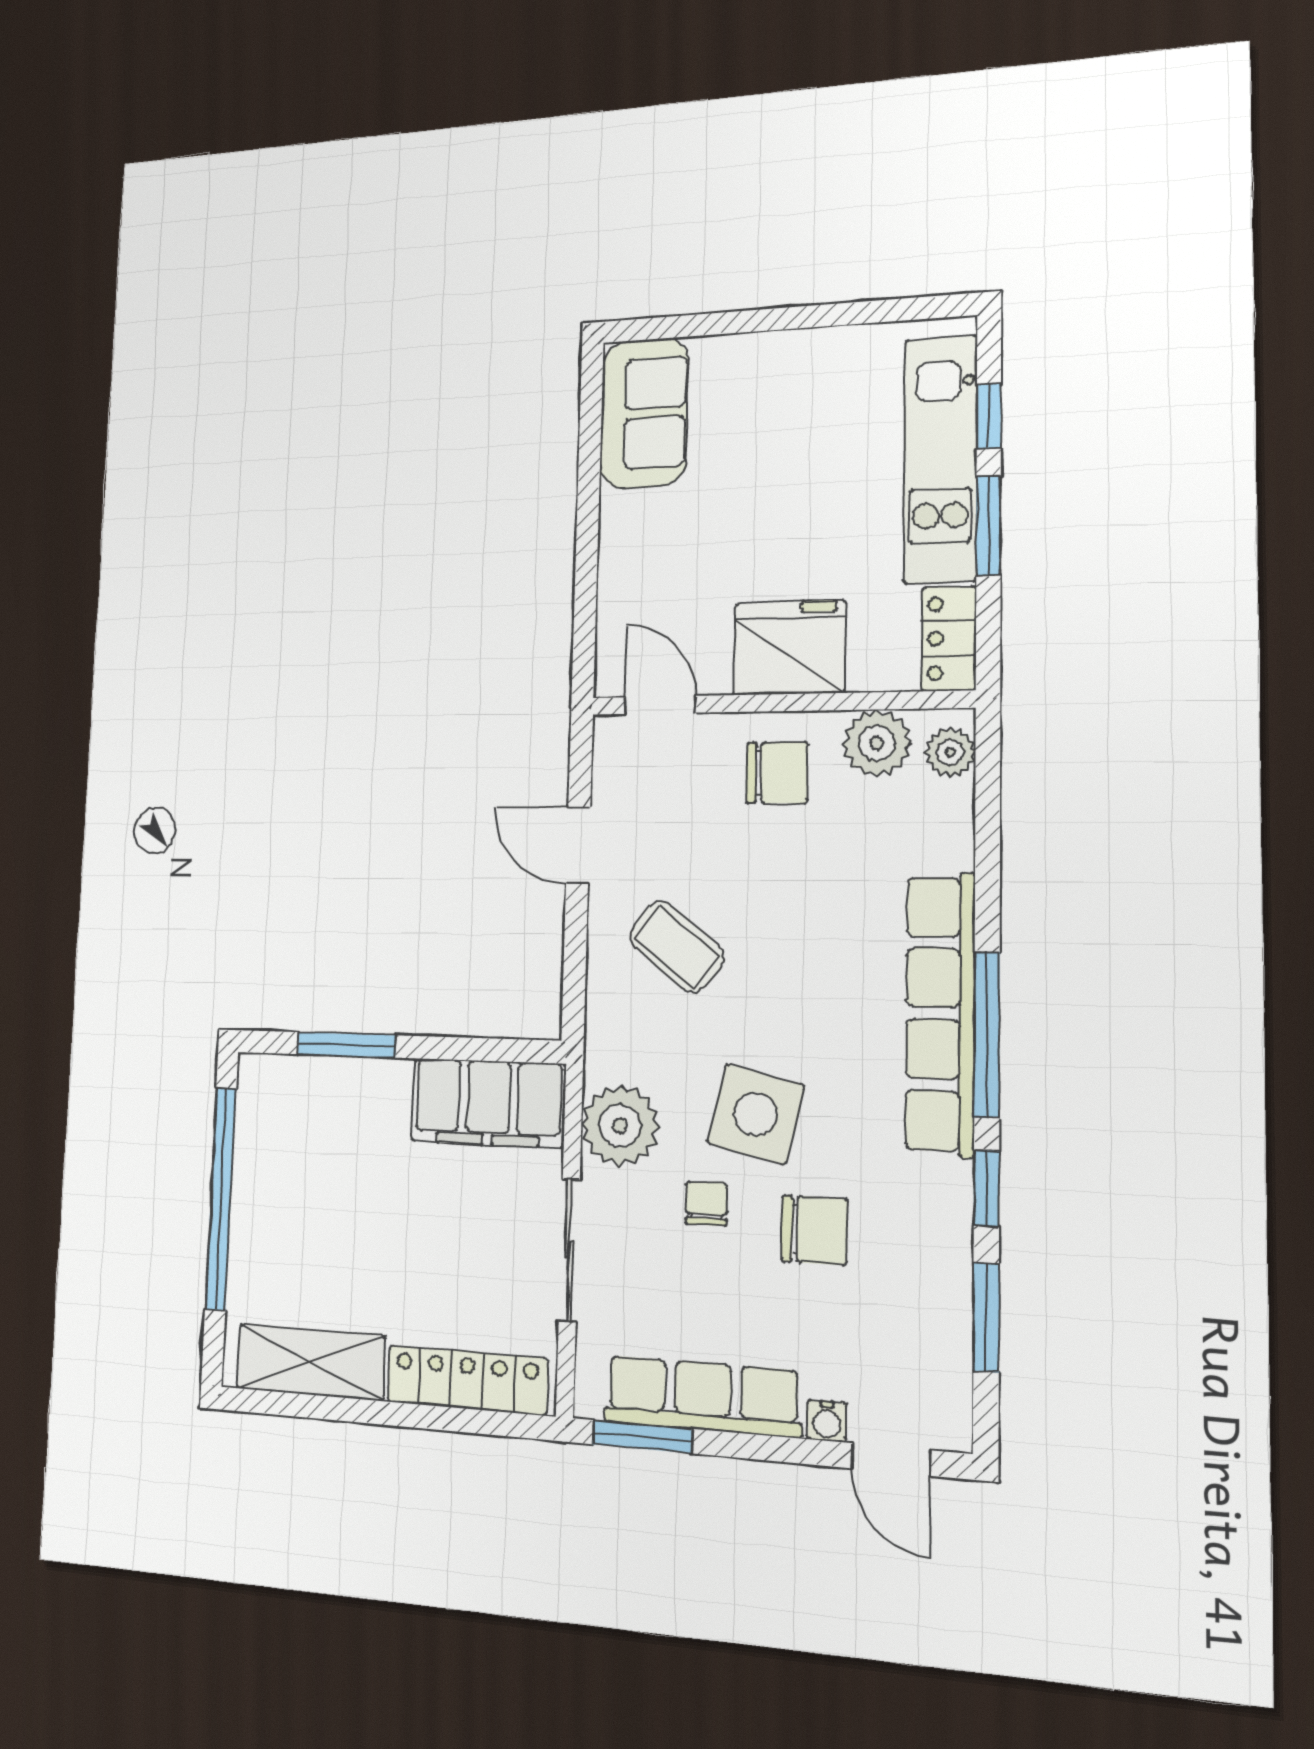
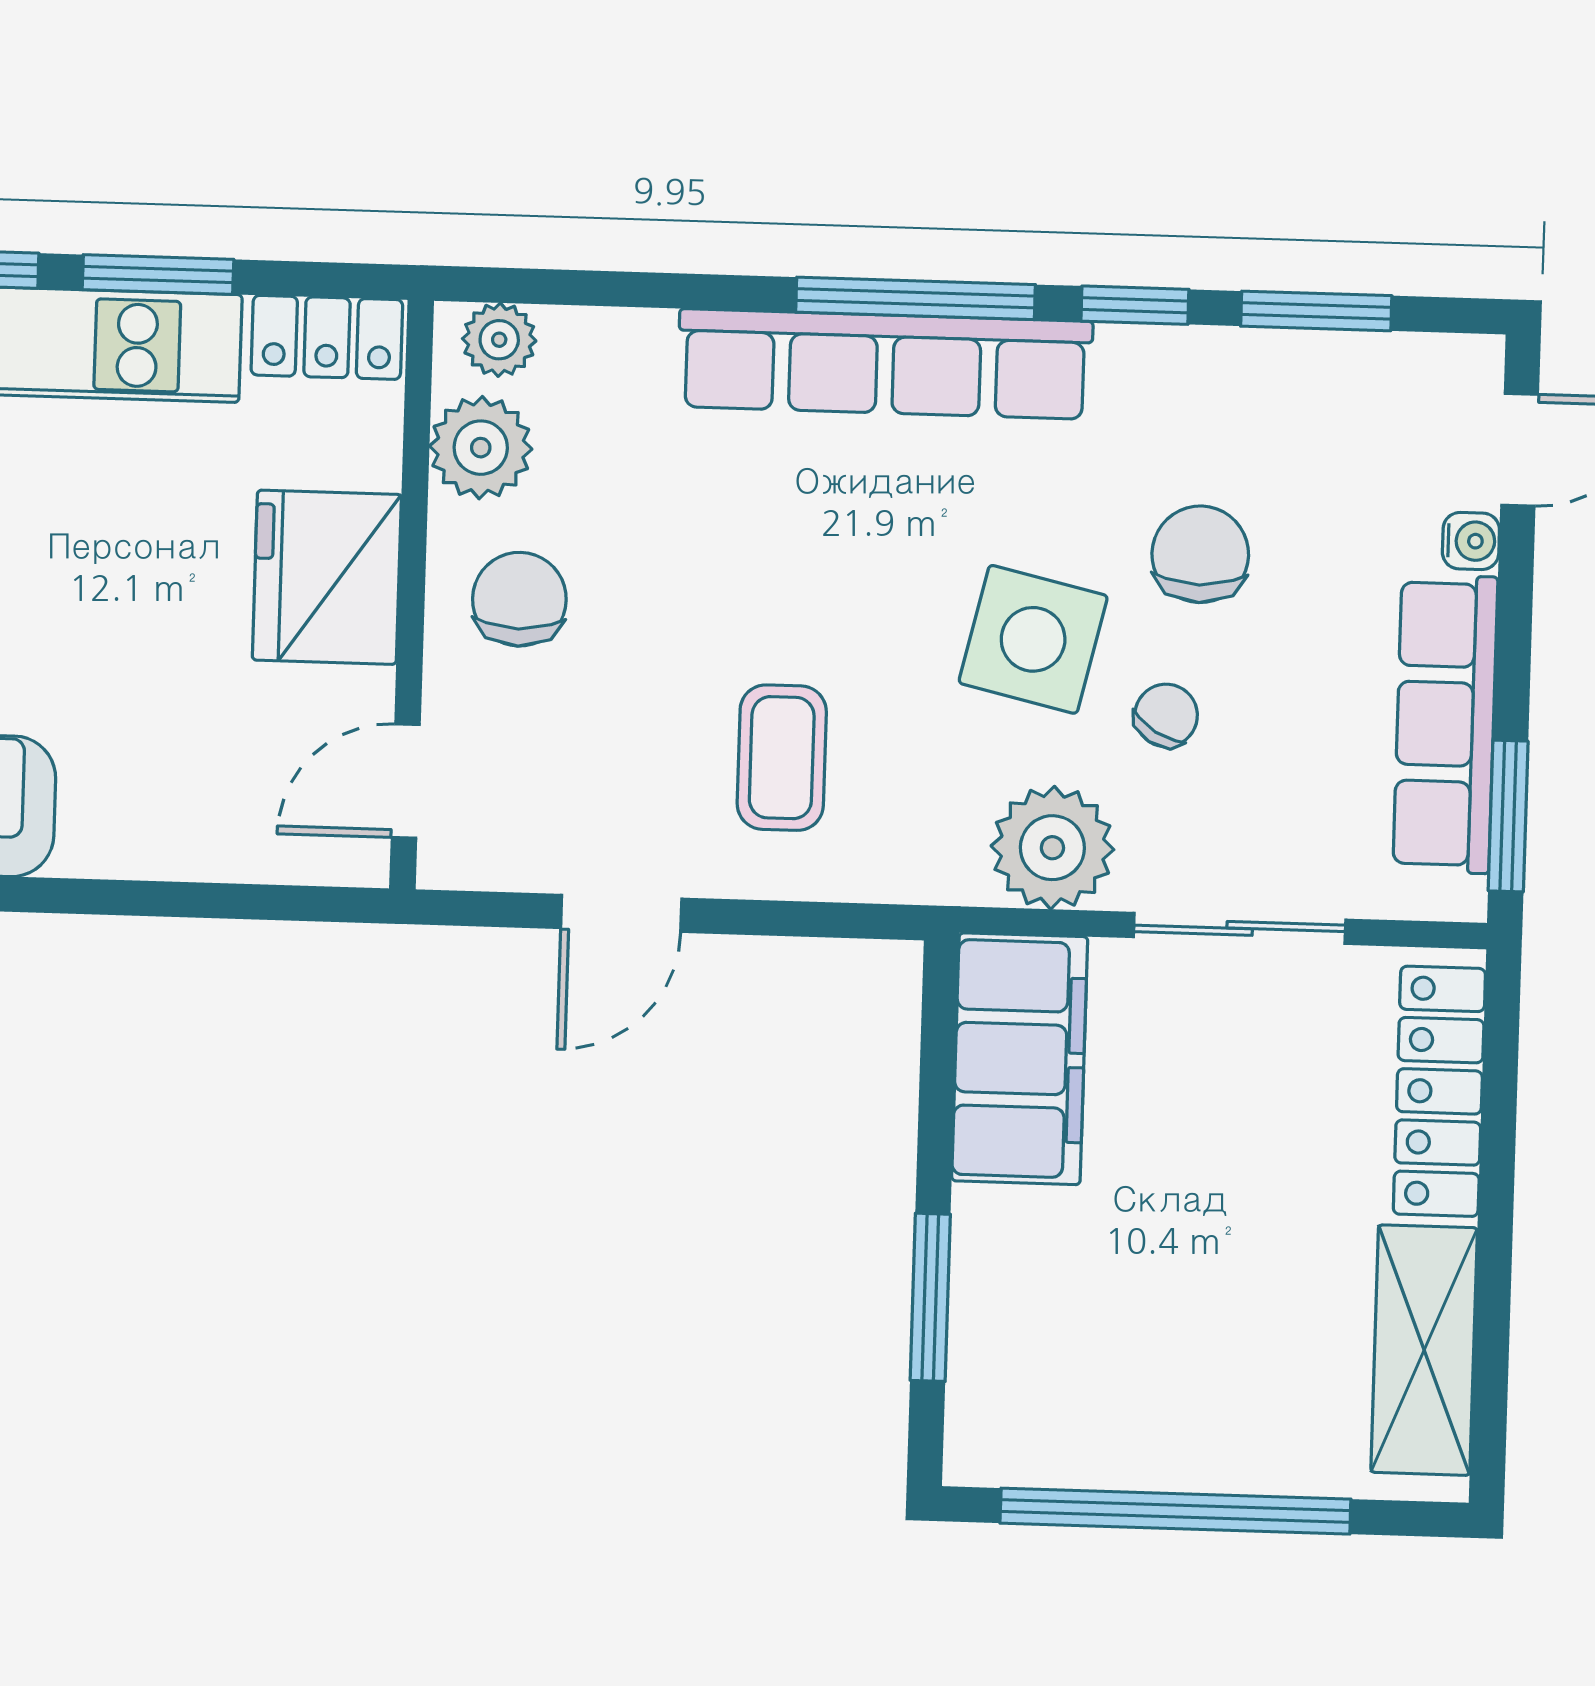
coffee table: (677, 947) -> (782, 758), turned -39
chair: (706, 1204) -> (1166, 715), turned 121

